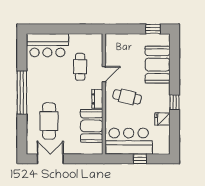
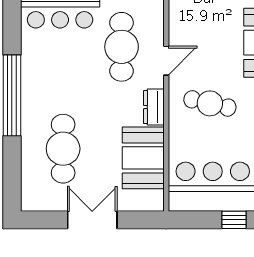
cafe table: (80, 67) -> (122, 47), width x1.37, depth x1.35
double door: (50, 159) -> (92, 220), moved

